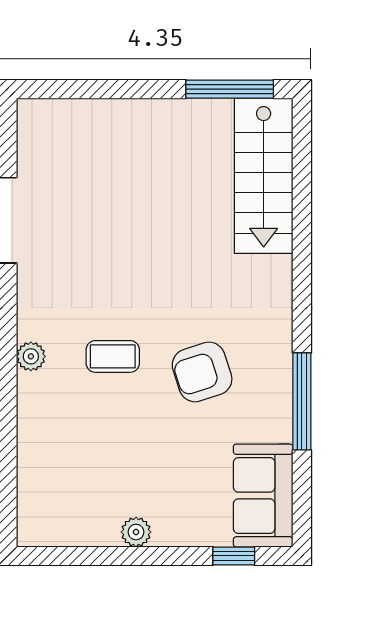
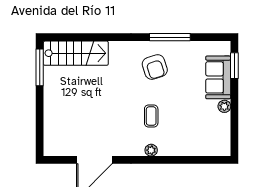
armchair: (202, 372) -> (155, 67), moved
sofa: (263, 496) -> (218, 77), moved, turned 90
window: (234, 556) -> (234, 66), width x1.50

